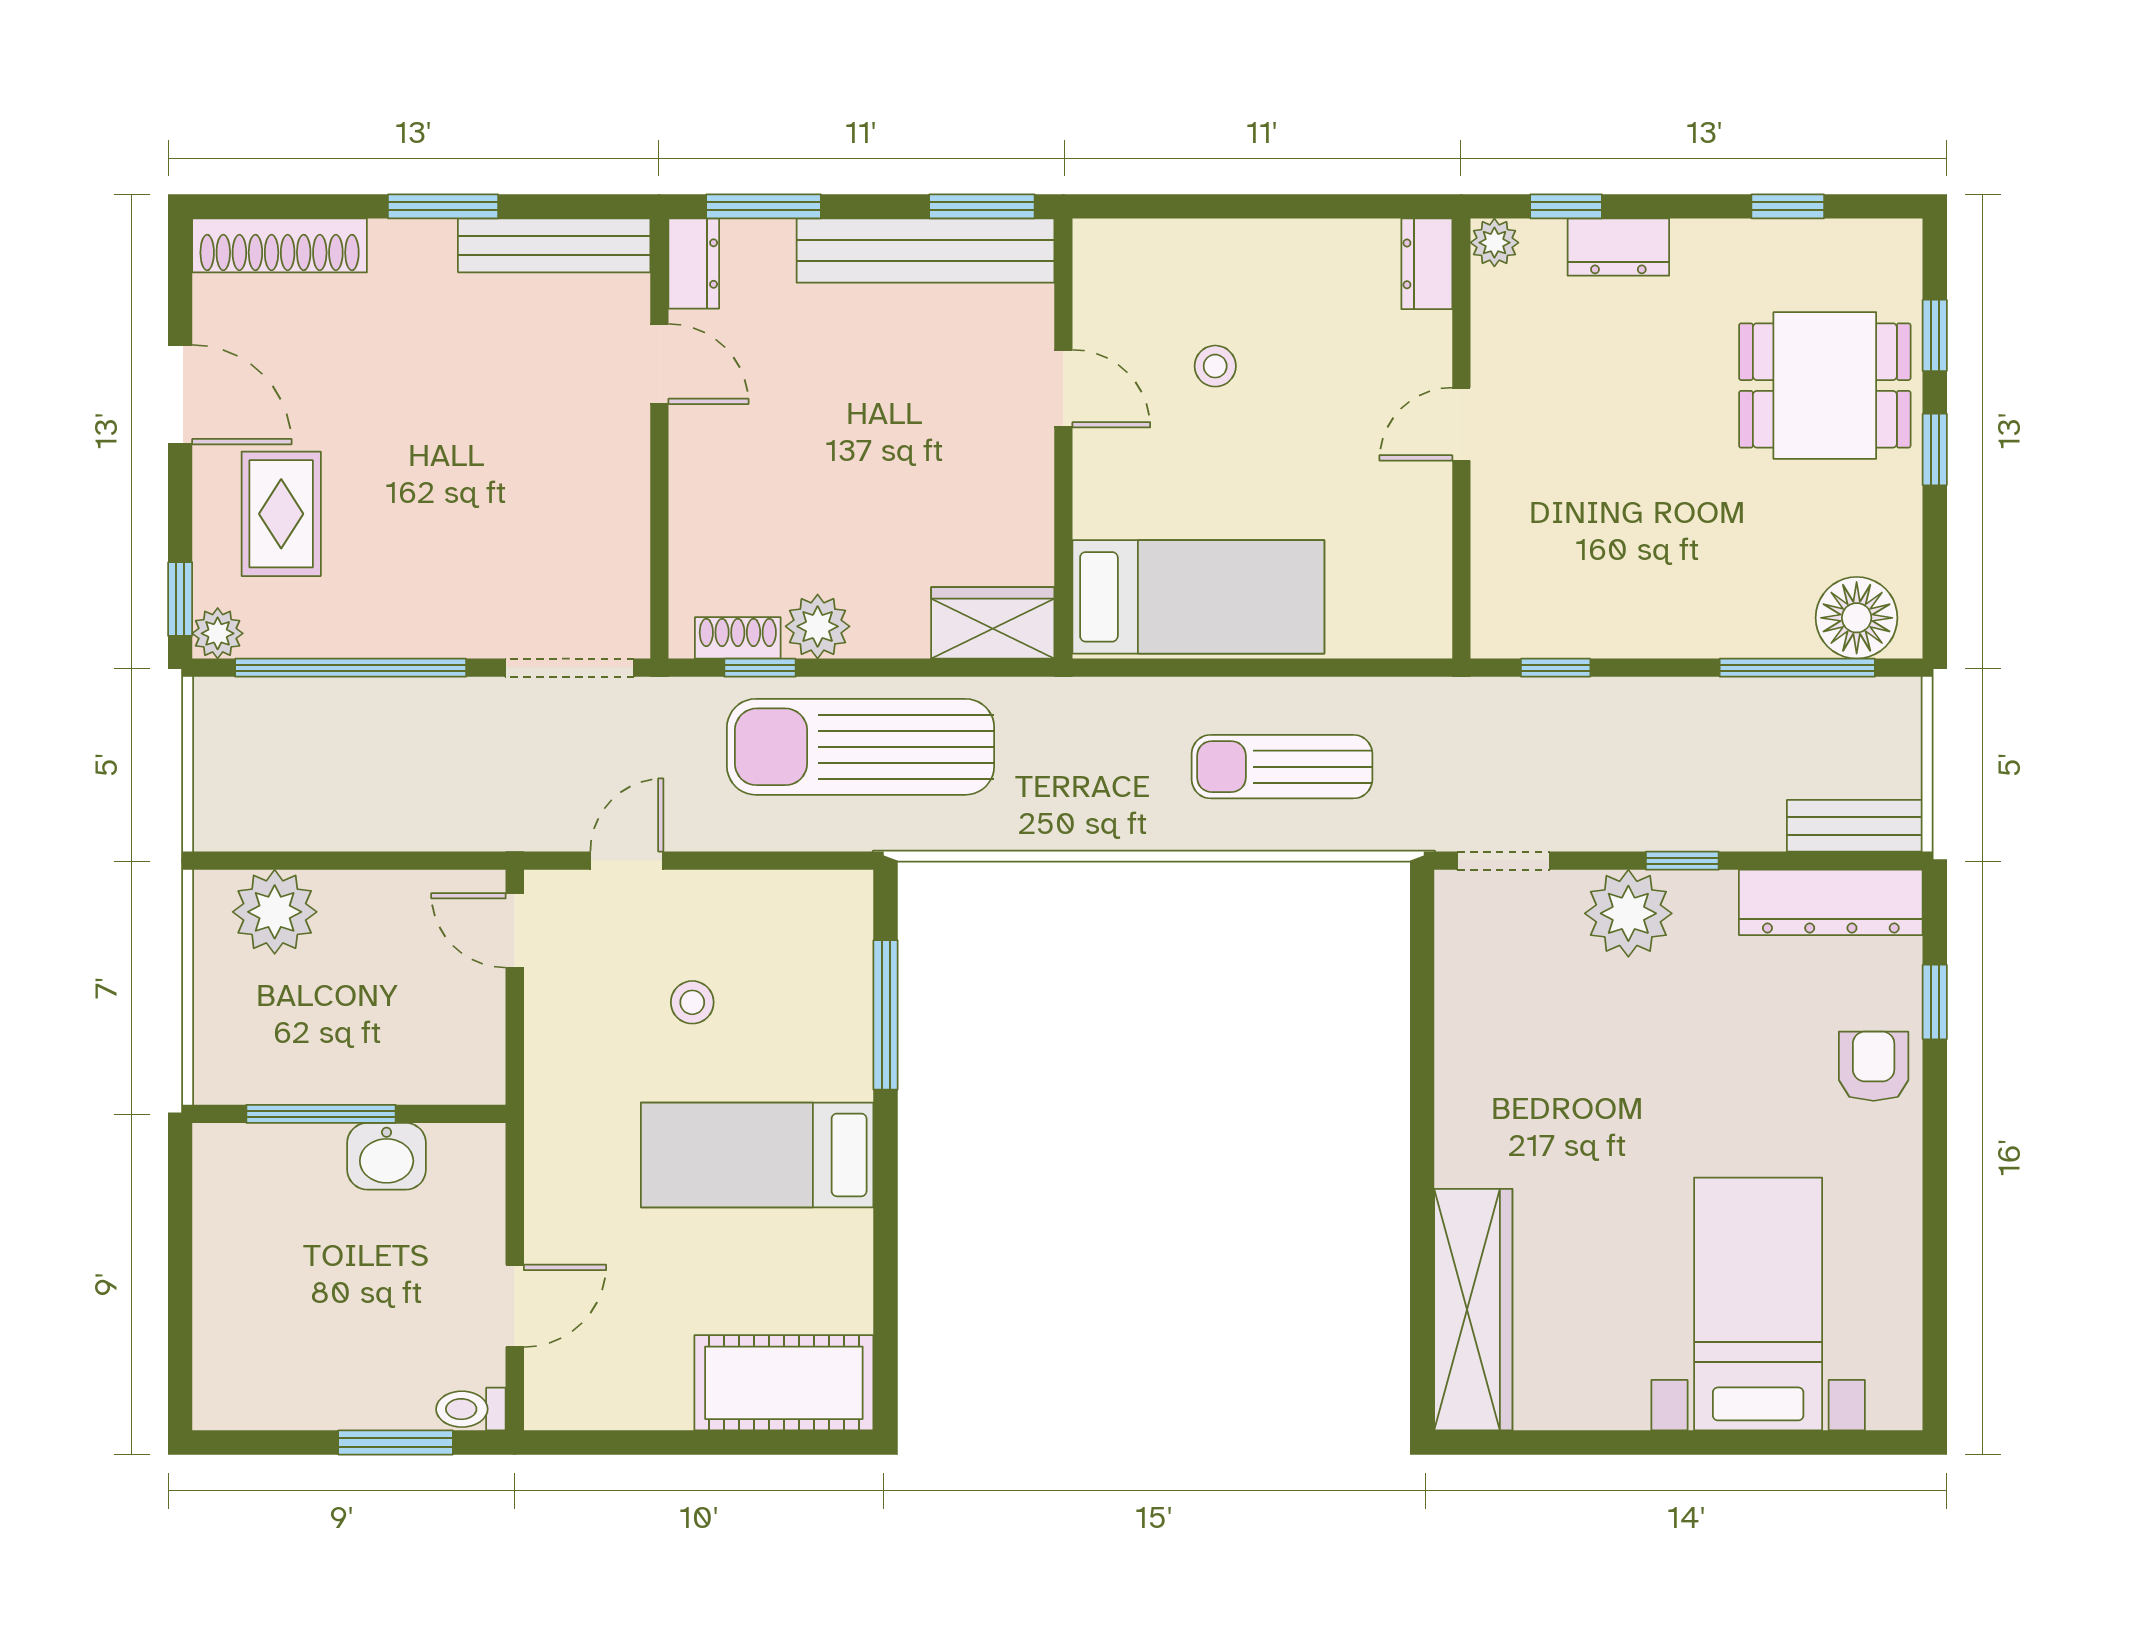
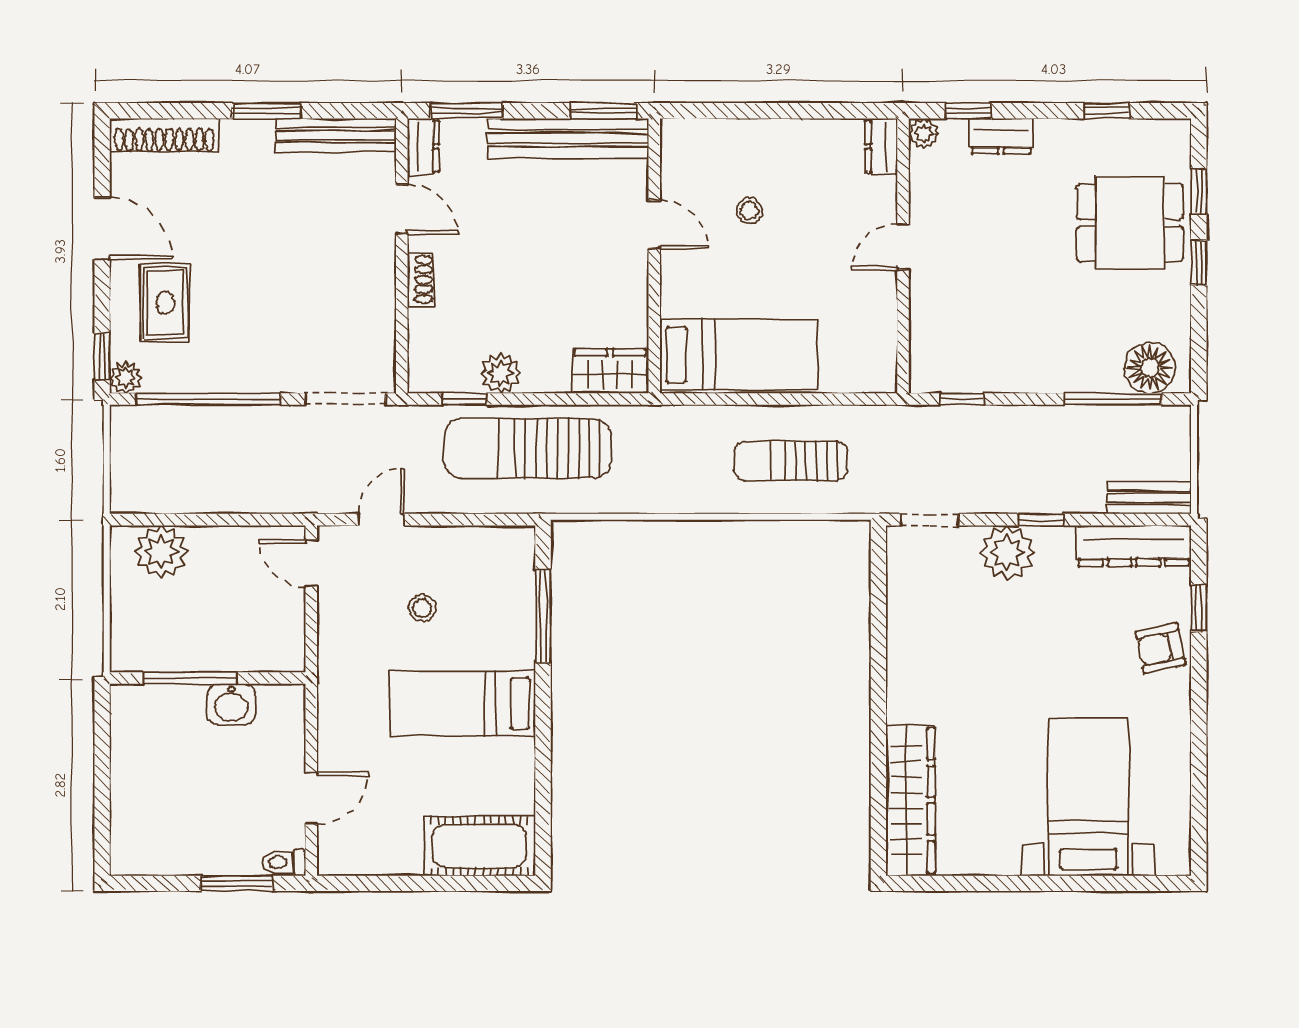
shoe rack: (738, 638) -> (420, 279), moved, turned 90
armchair: (1874, 1066) -> (1161, 648), turned -102

